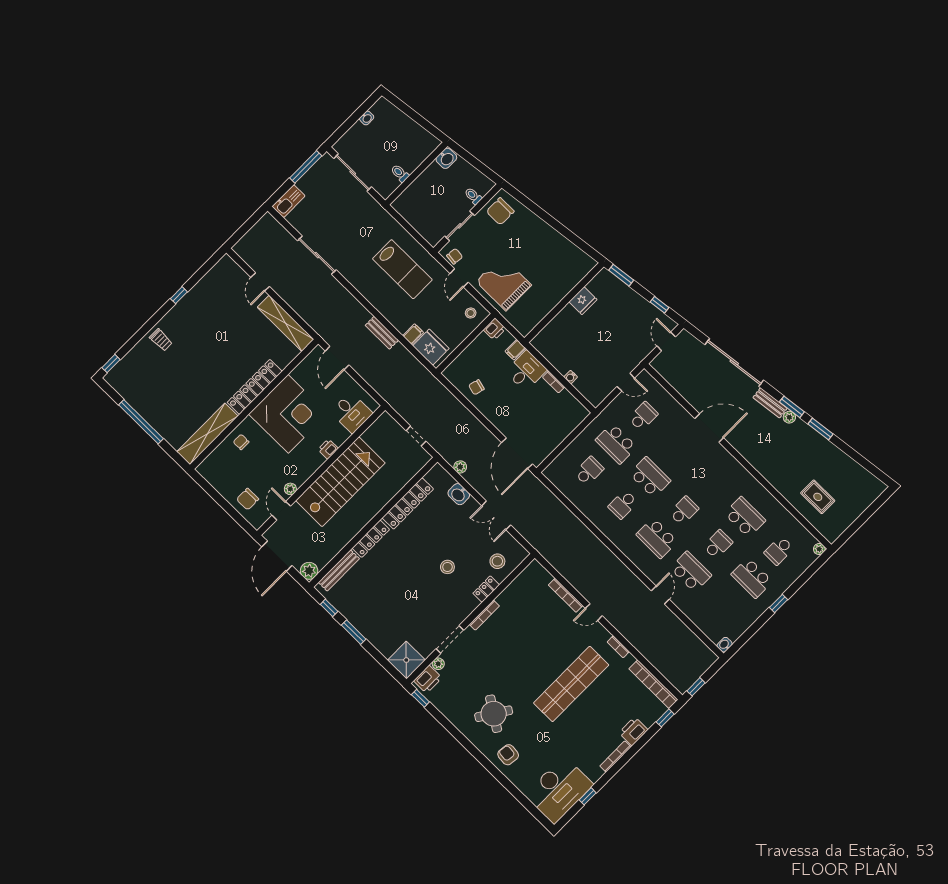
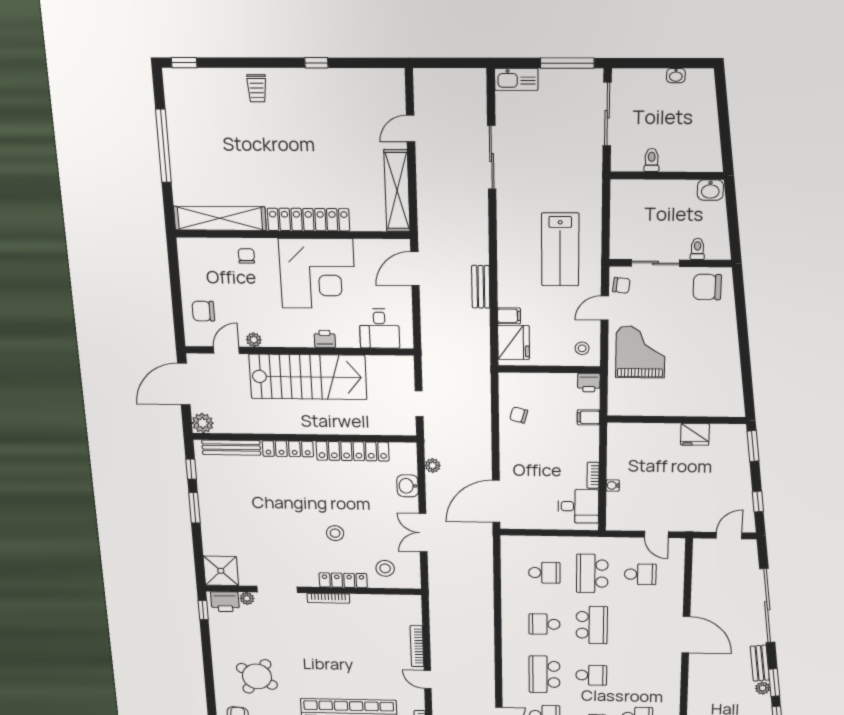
desk: (526, 371) -> (578, 506), moved
locker: (486, 589) -> (343, 580), width x1.53

